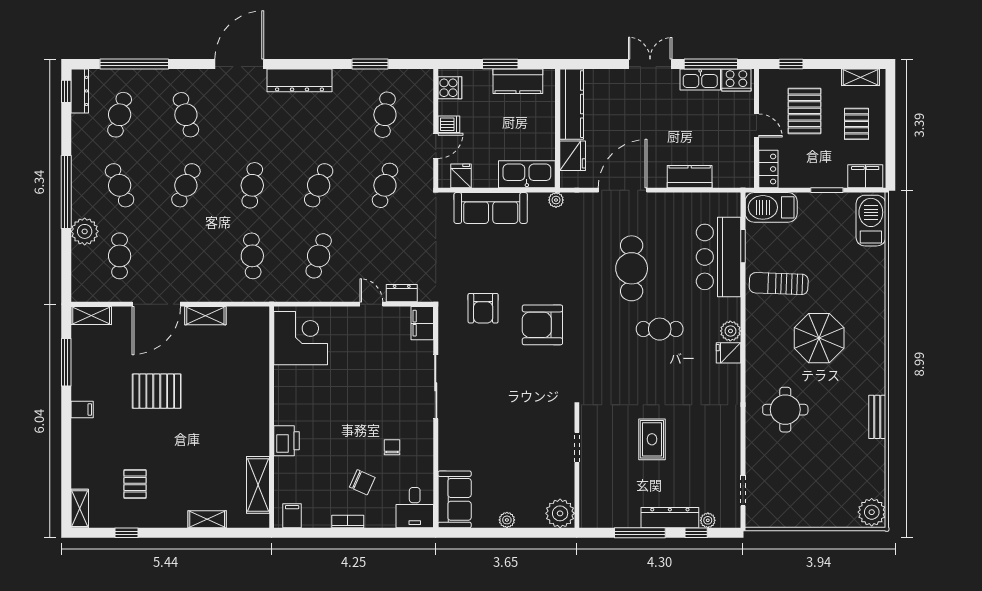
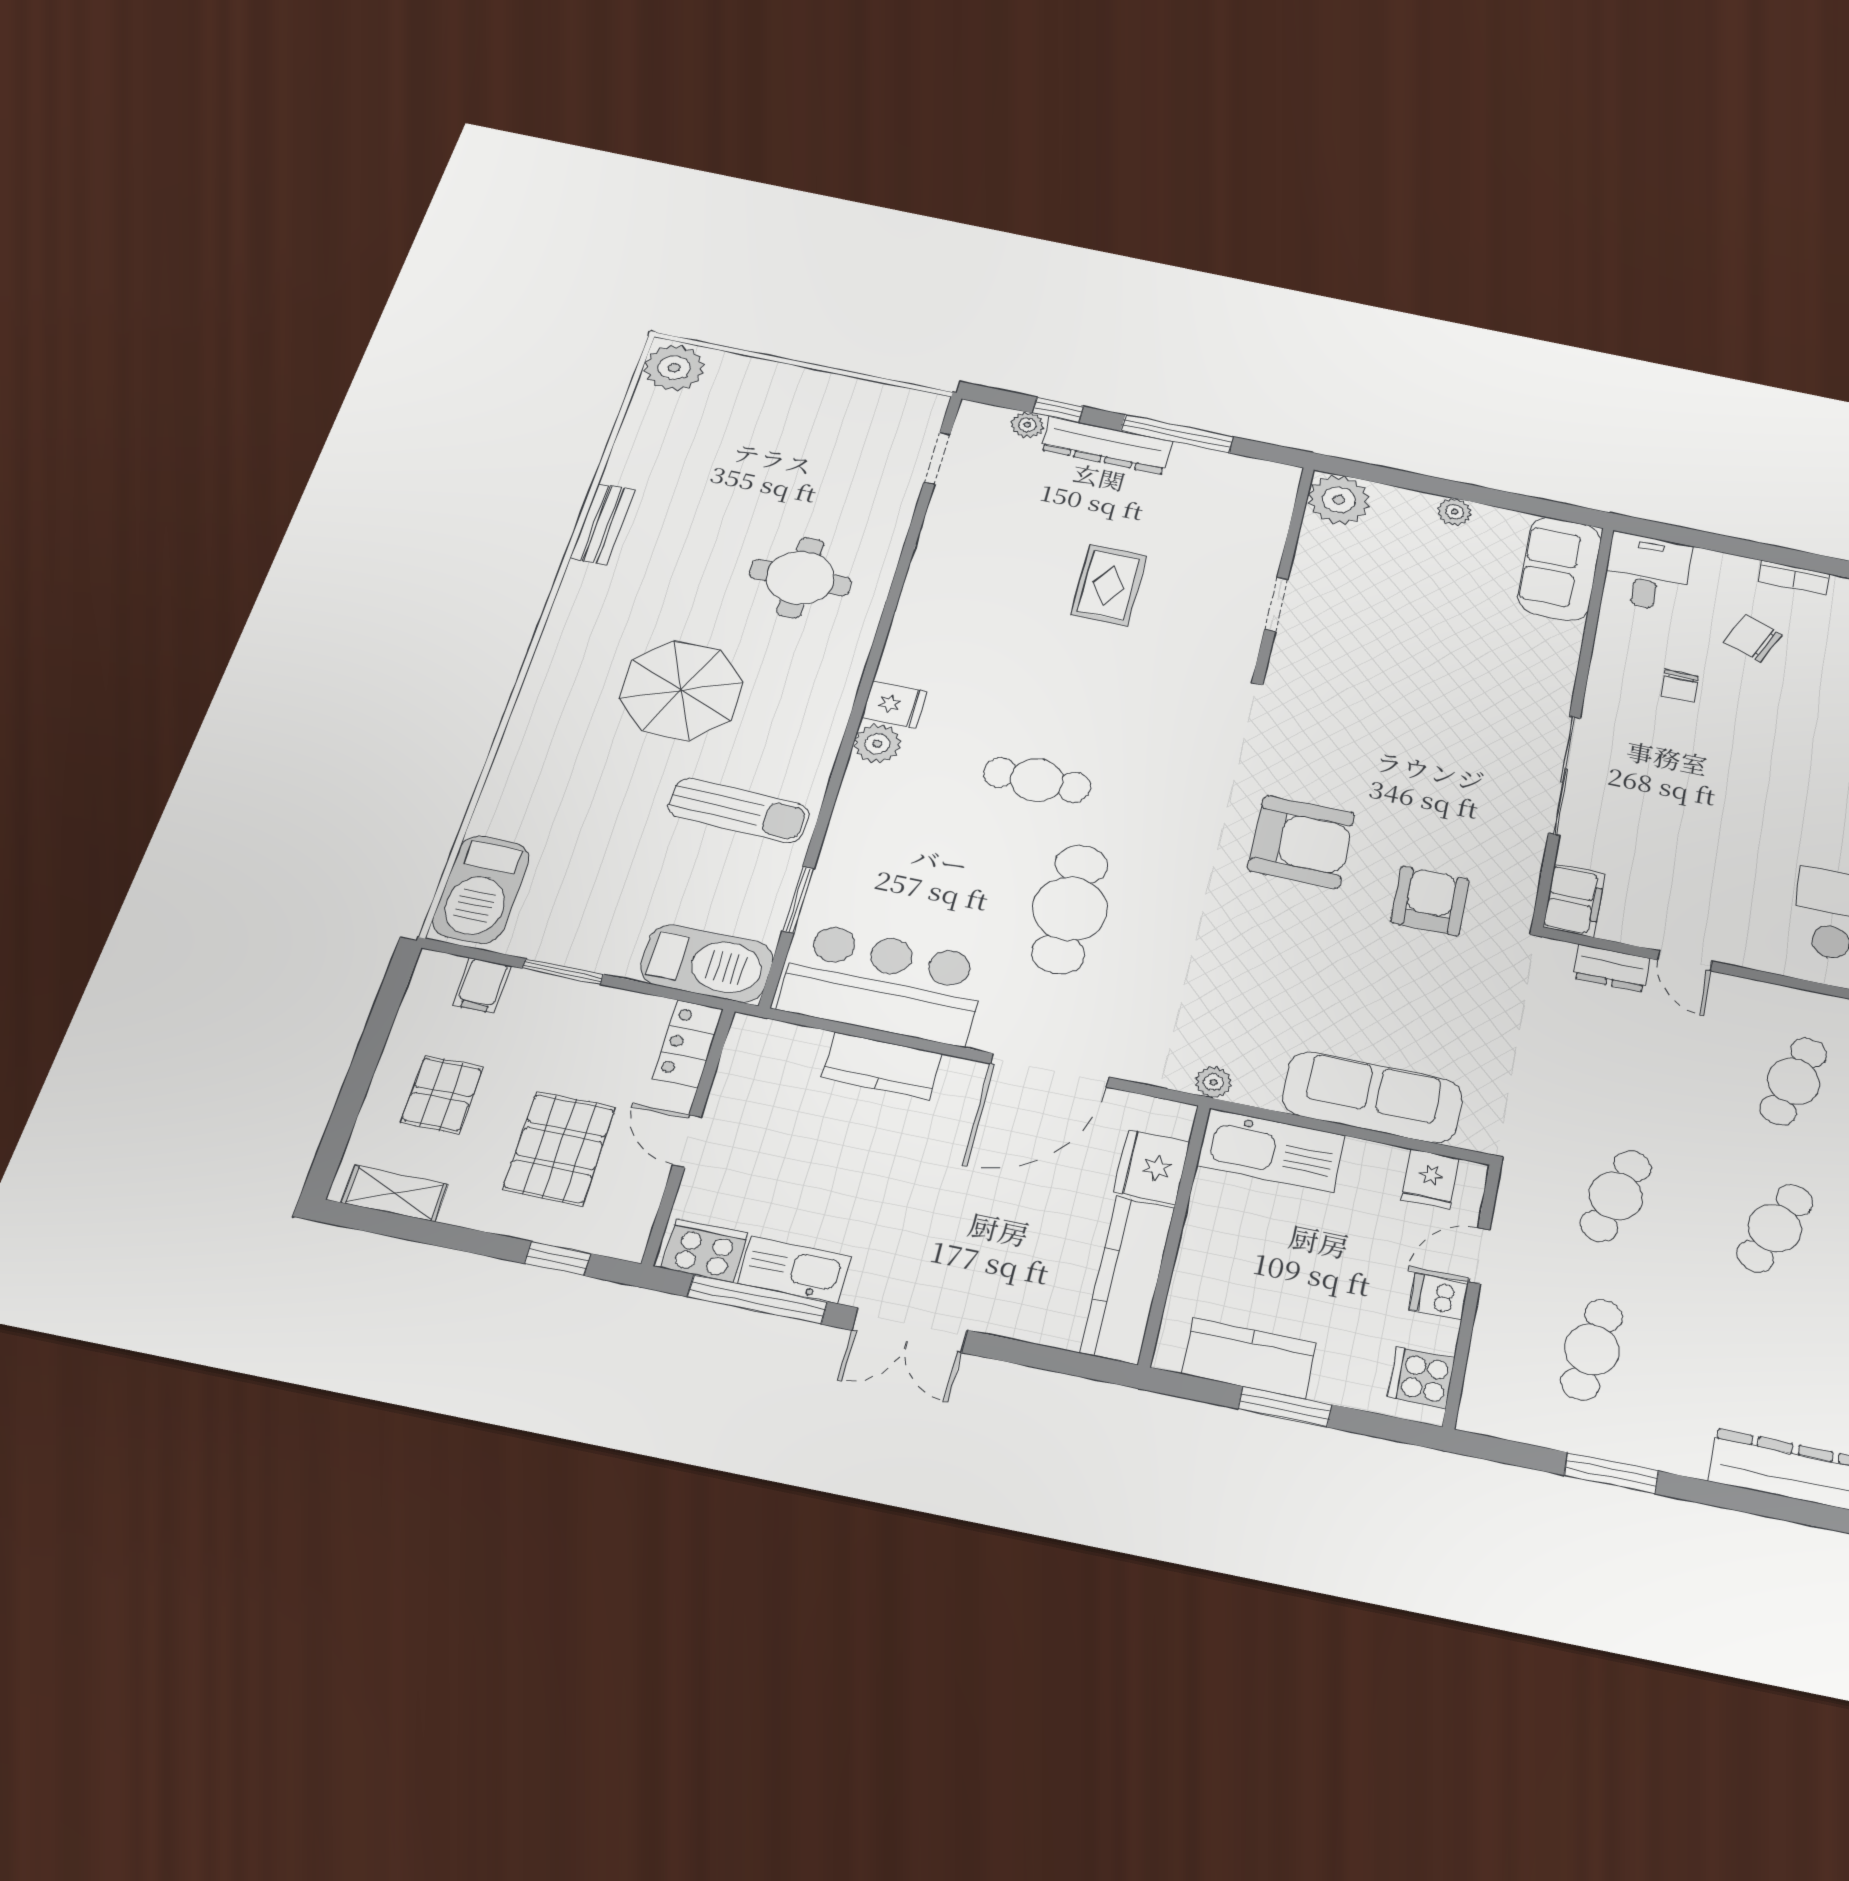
filing cabinet: (865, 176) -> (482, 985), width x0.50
bar counter: (719, 257) -> (883, 984), moved, turned -90

